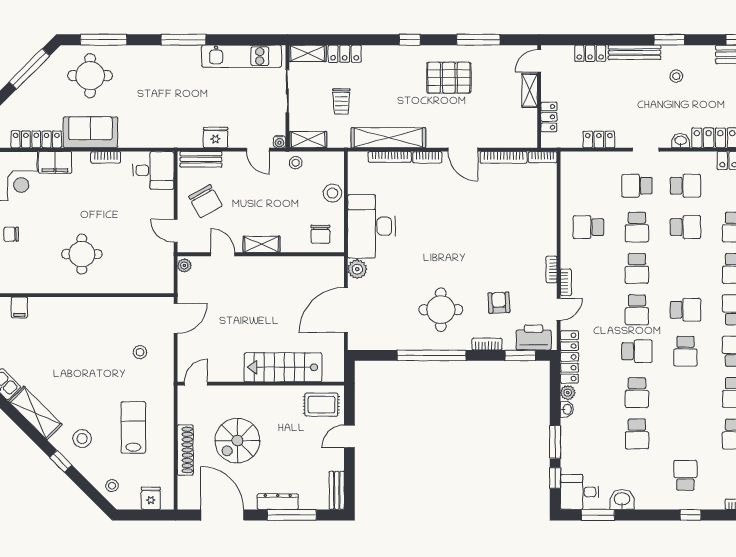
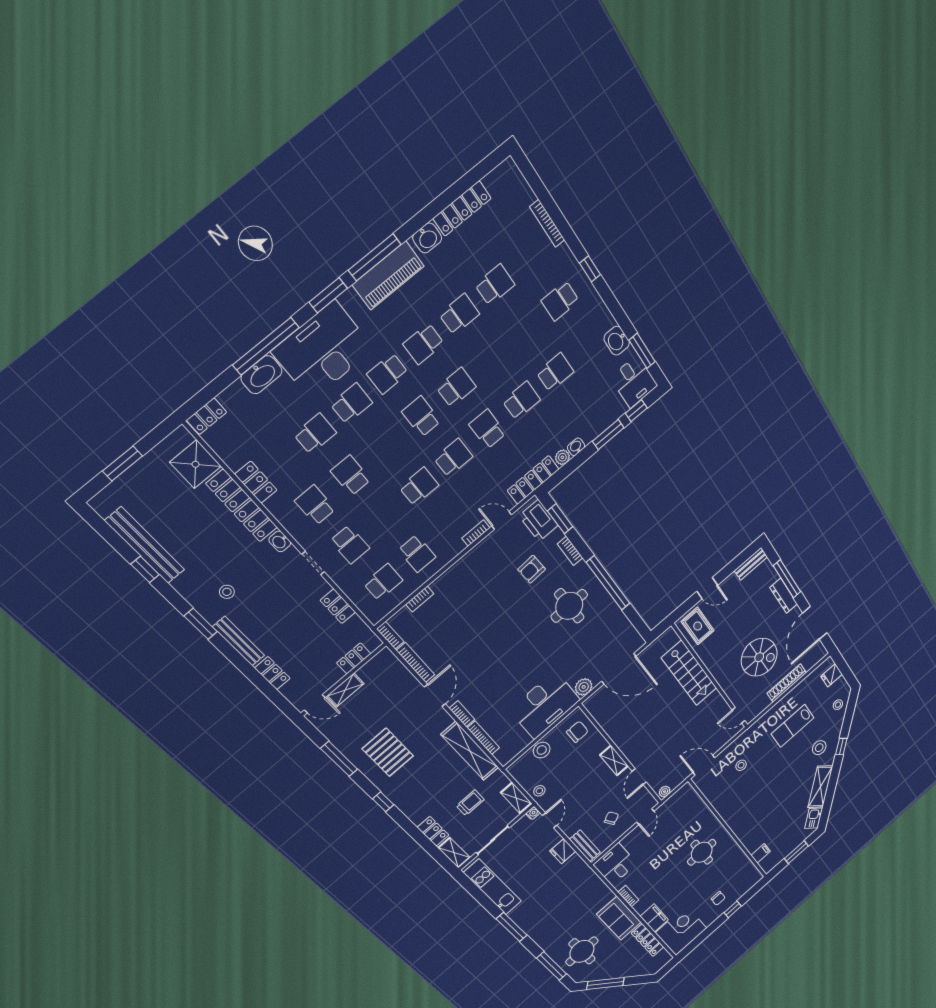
chair: (205, 201) -> (611, 818), width x0.54, depth x0.54
school desk: (637, 227) -> (383, 582), moved
bookcase: (552, 269) -> (420, 599), moved

